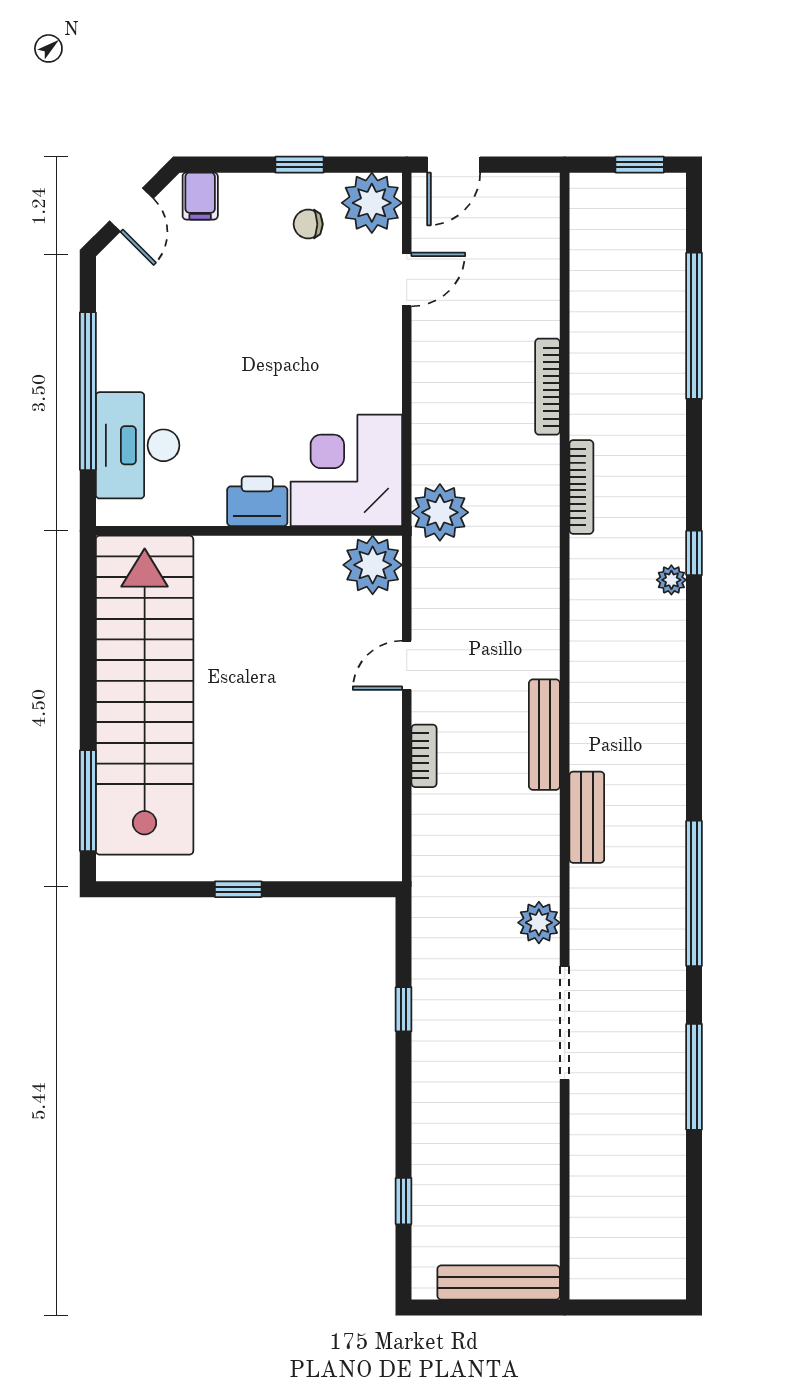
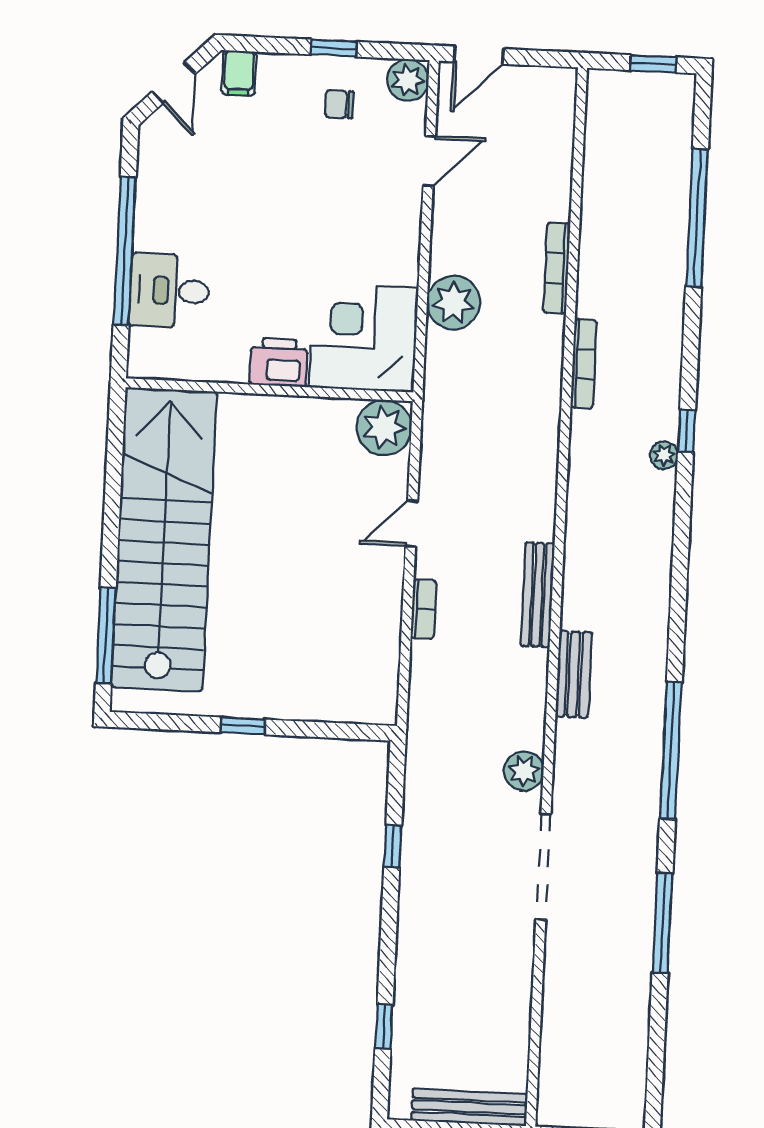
plant: (372, 203) -> (408, 80), width x0.73, depth x0.73
desk: (138, 445) -> (169, 291), width x0.73
plant: (440, 512) -> (454, 302), moved

